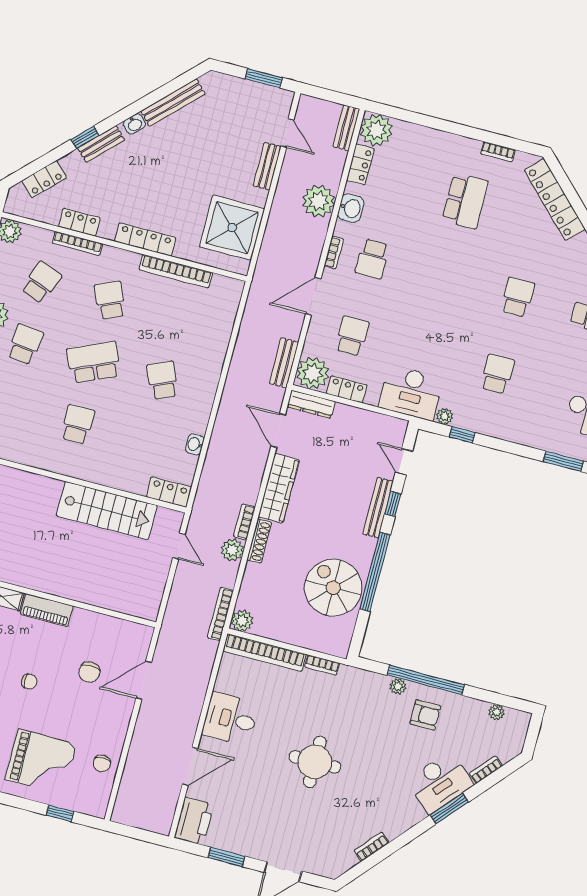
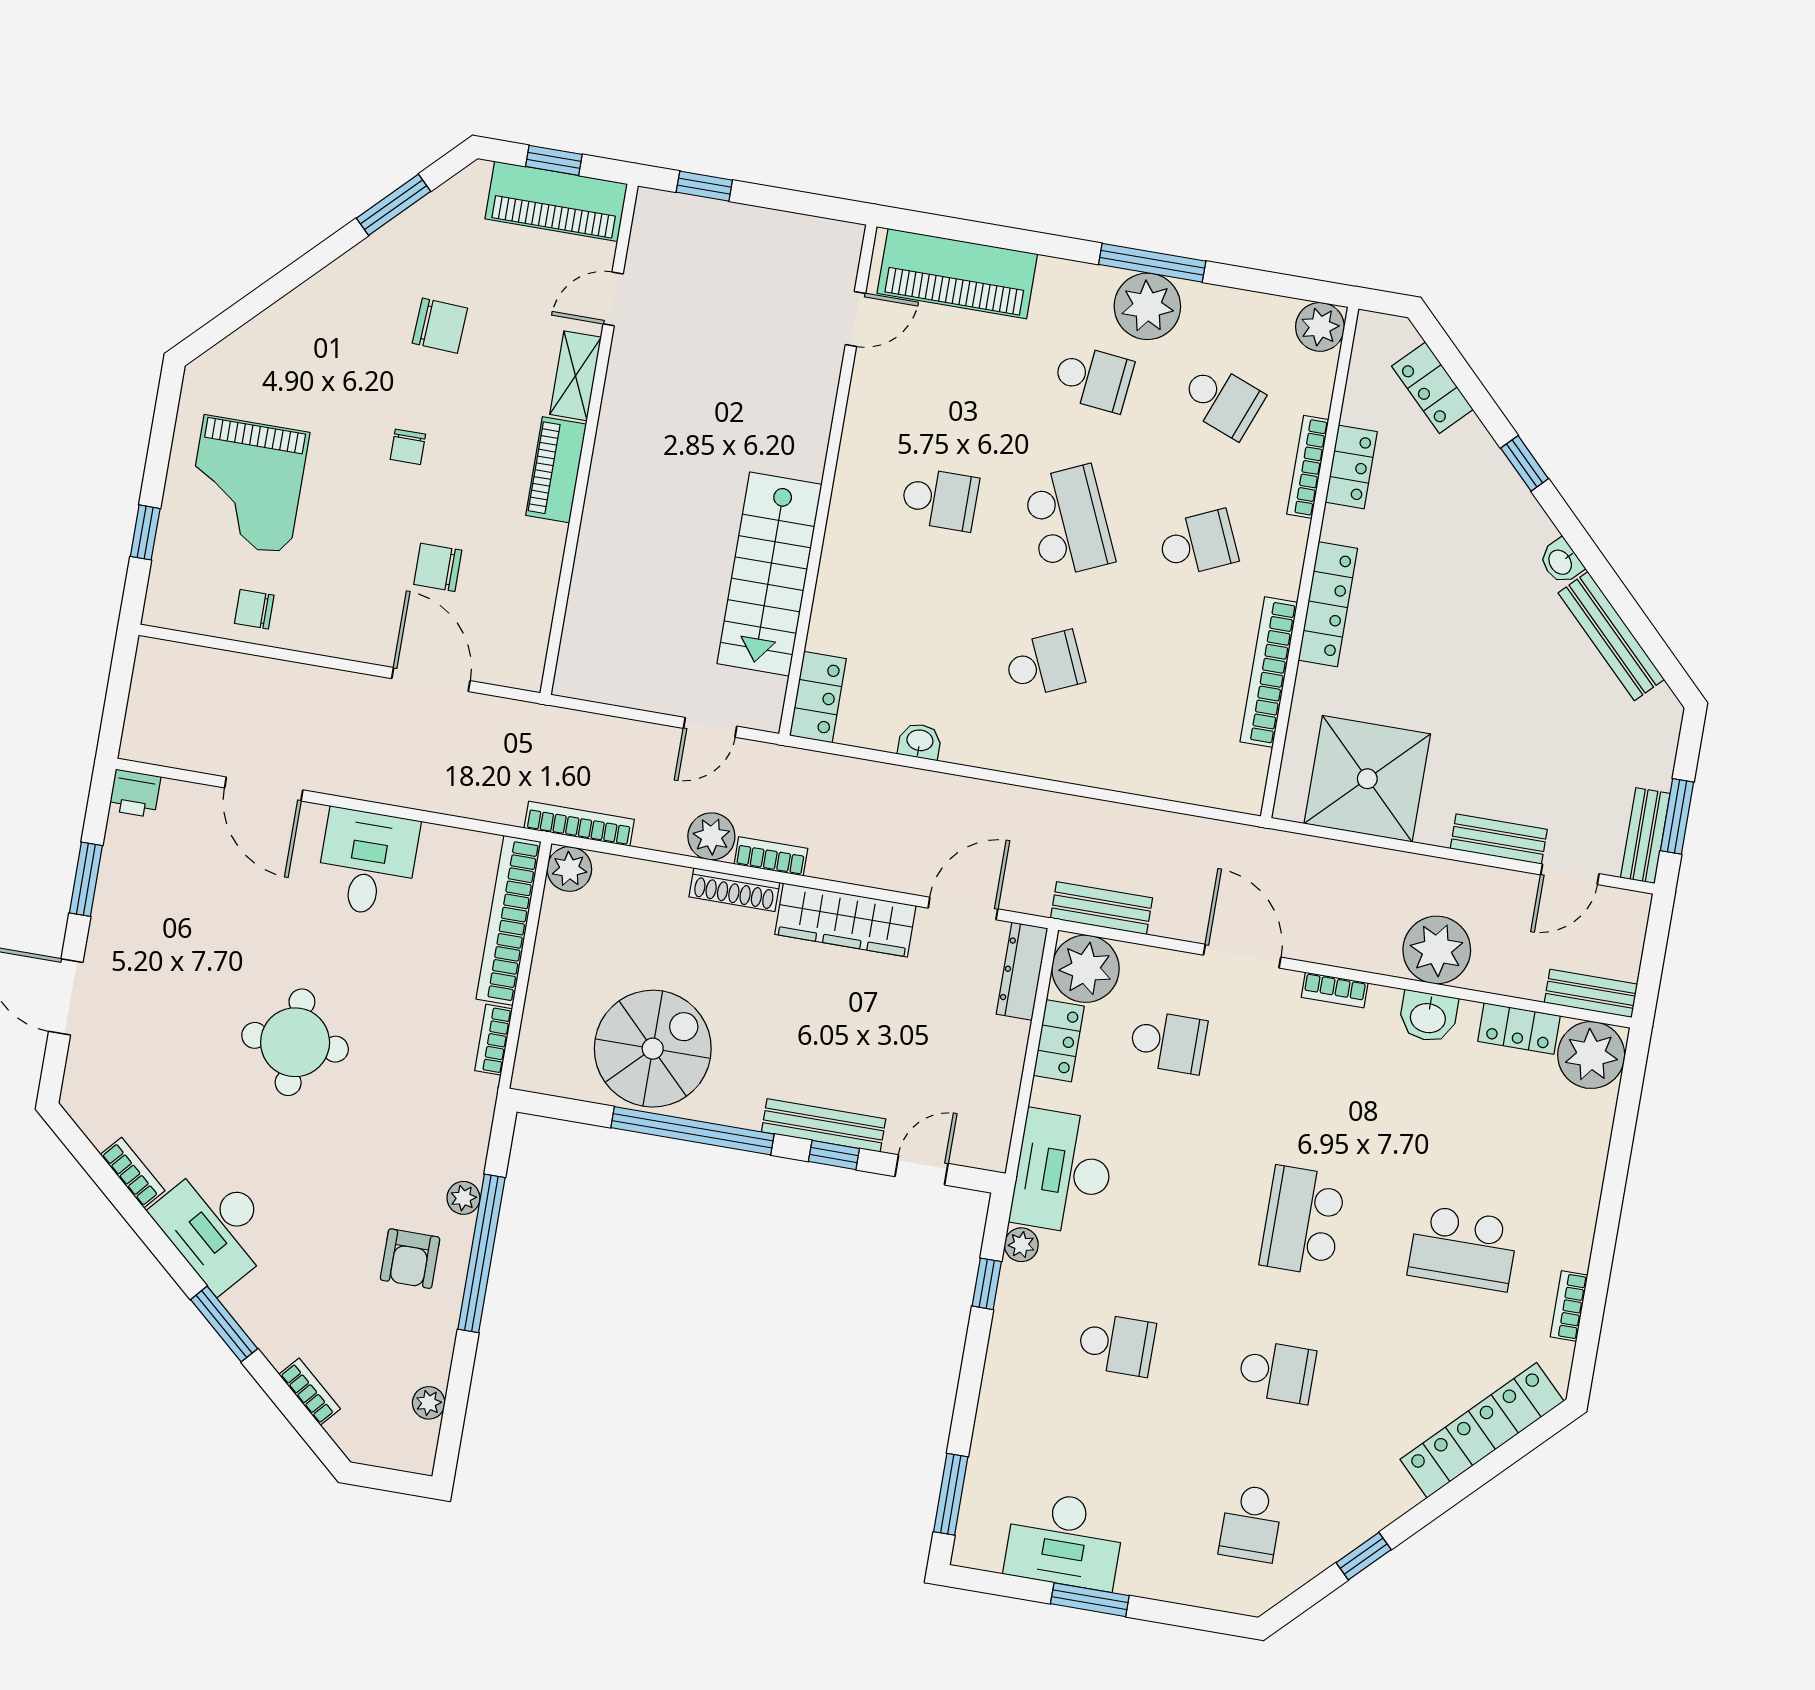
bench: (101, 144) -> (1645, 836), moved, turned 45
school desk: (372, 259) -> (1303, 1221), moved, width x1.85
desk: (440, 782) -> (216, 1227), moved
printer: (194, 821) -> (135, 793), width x0.53, depth x0.68

